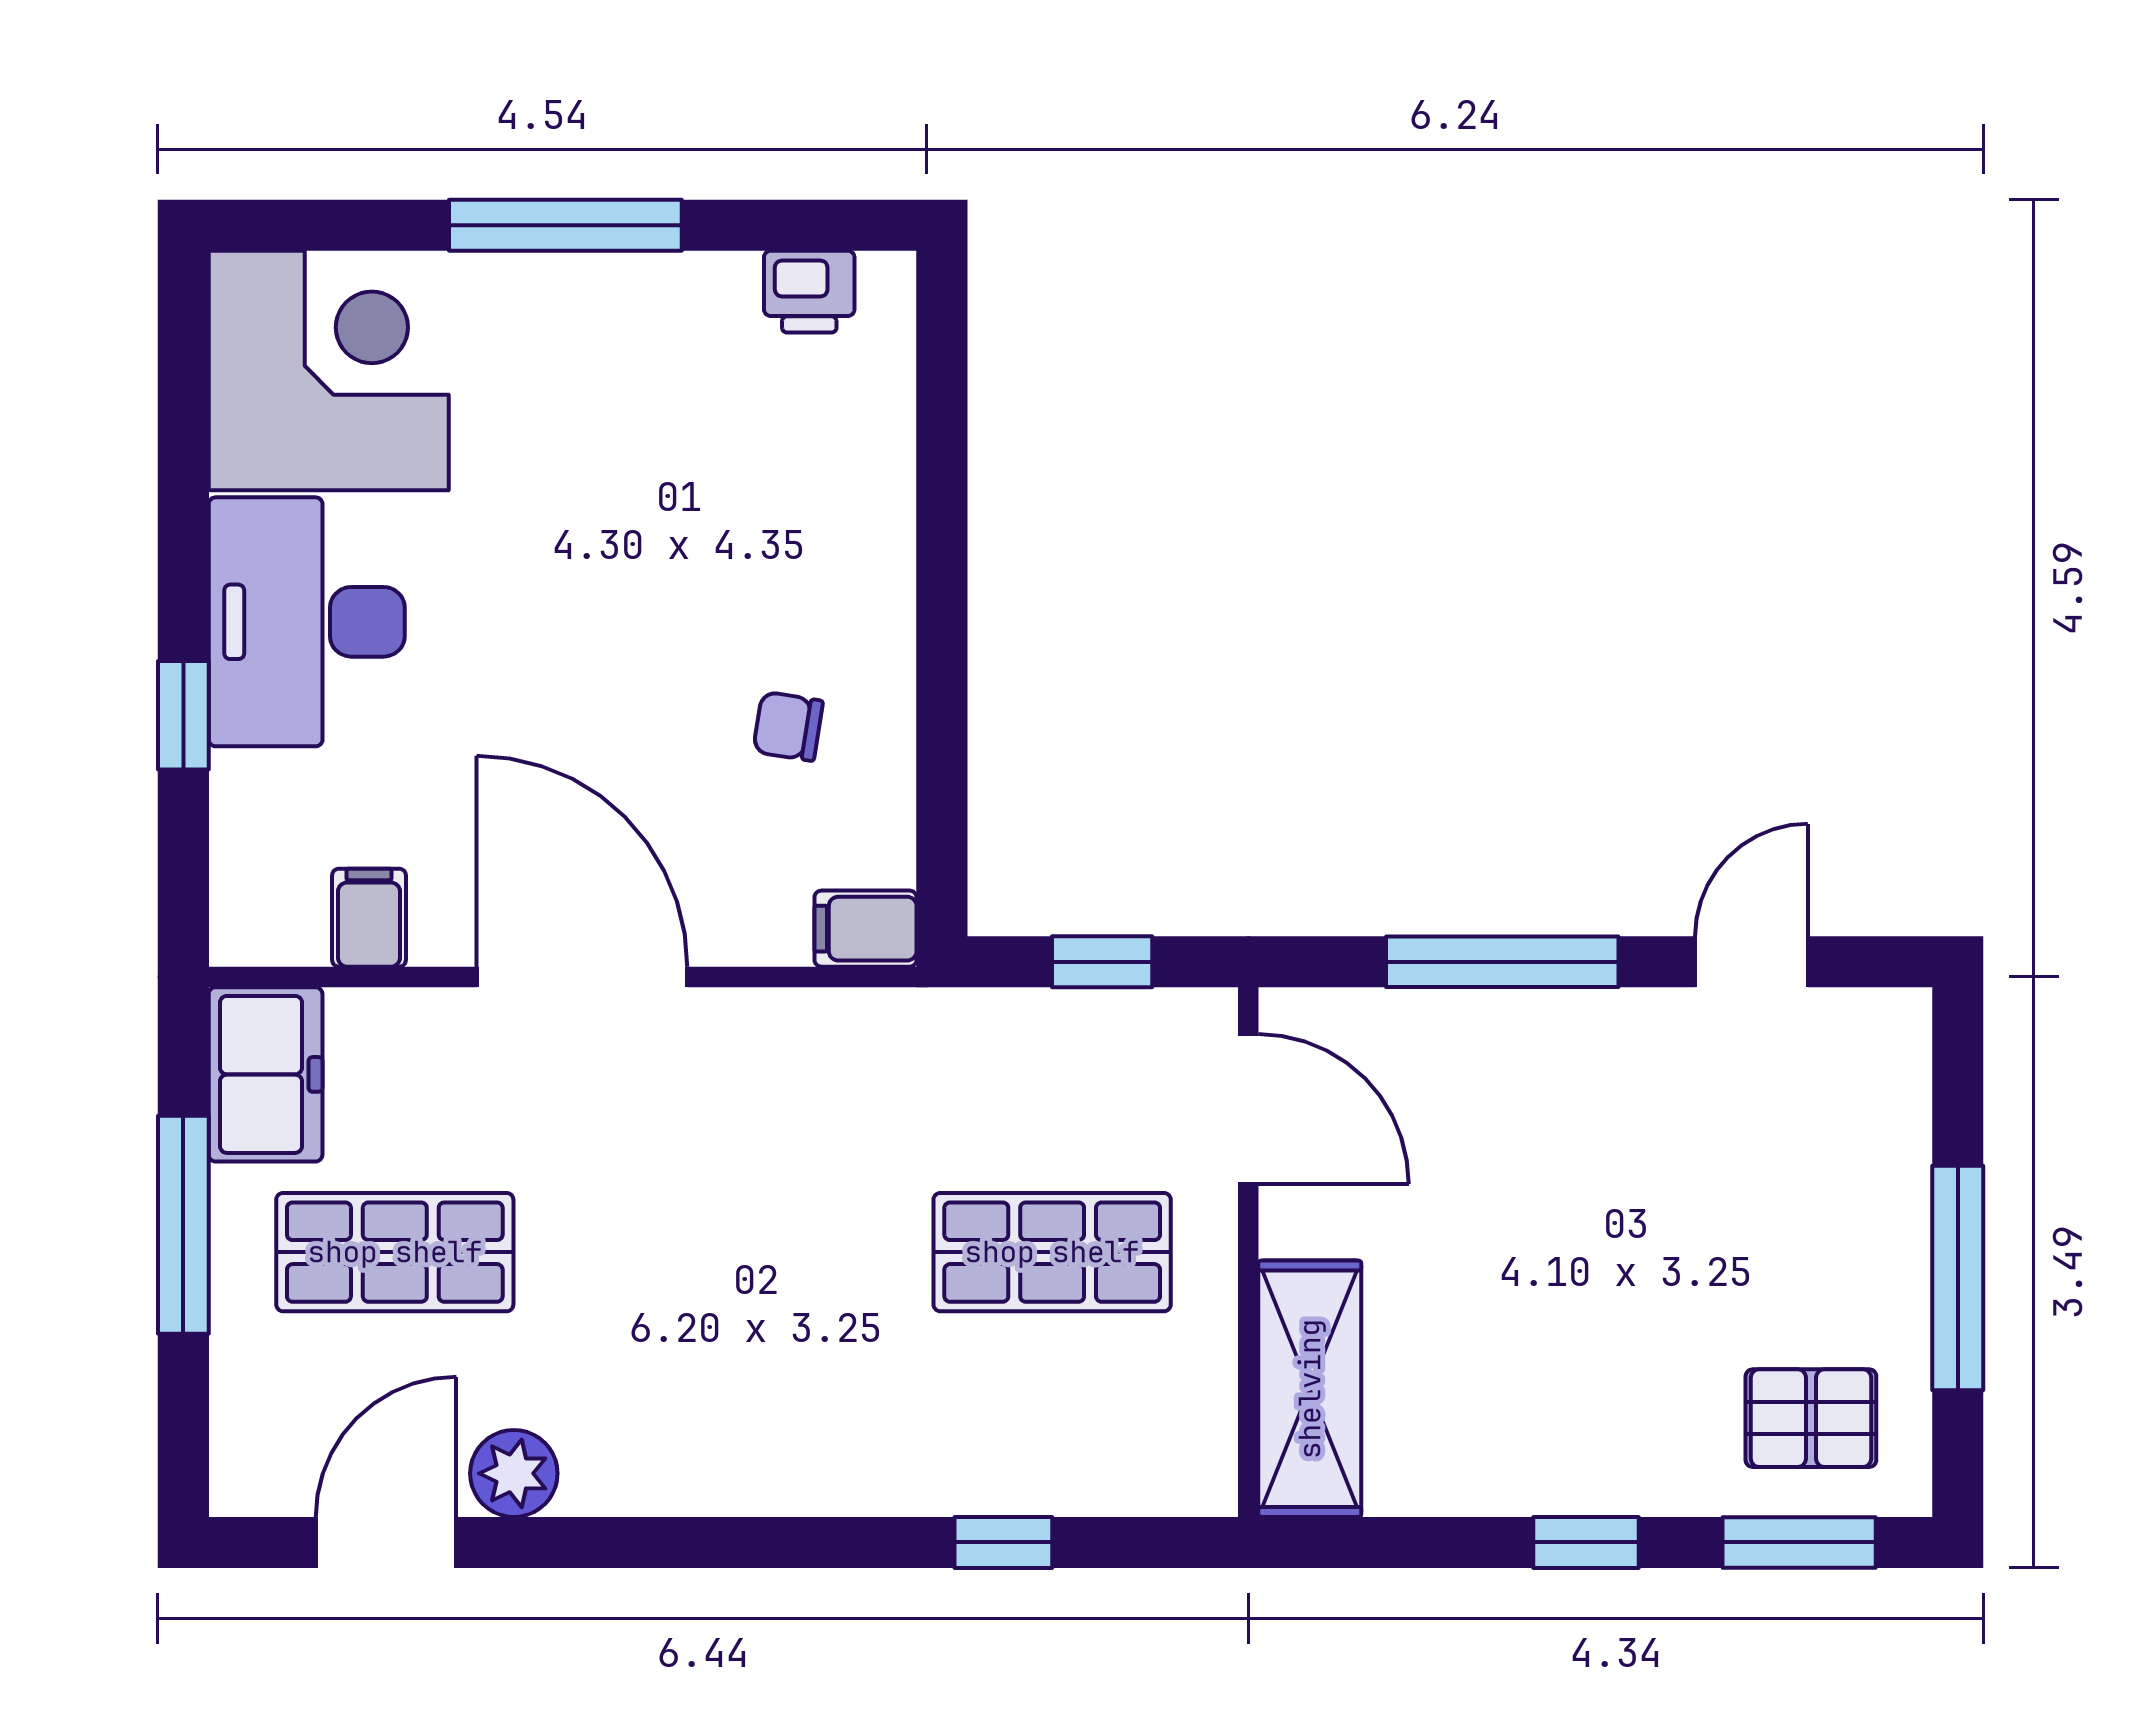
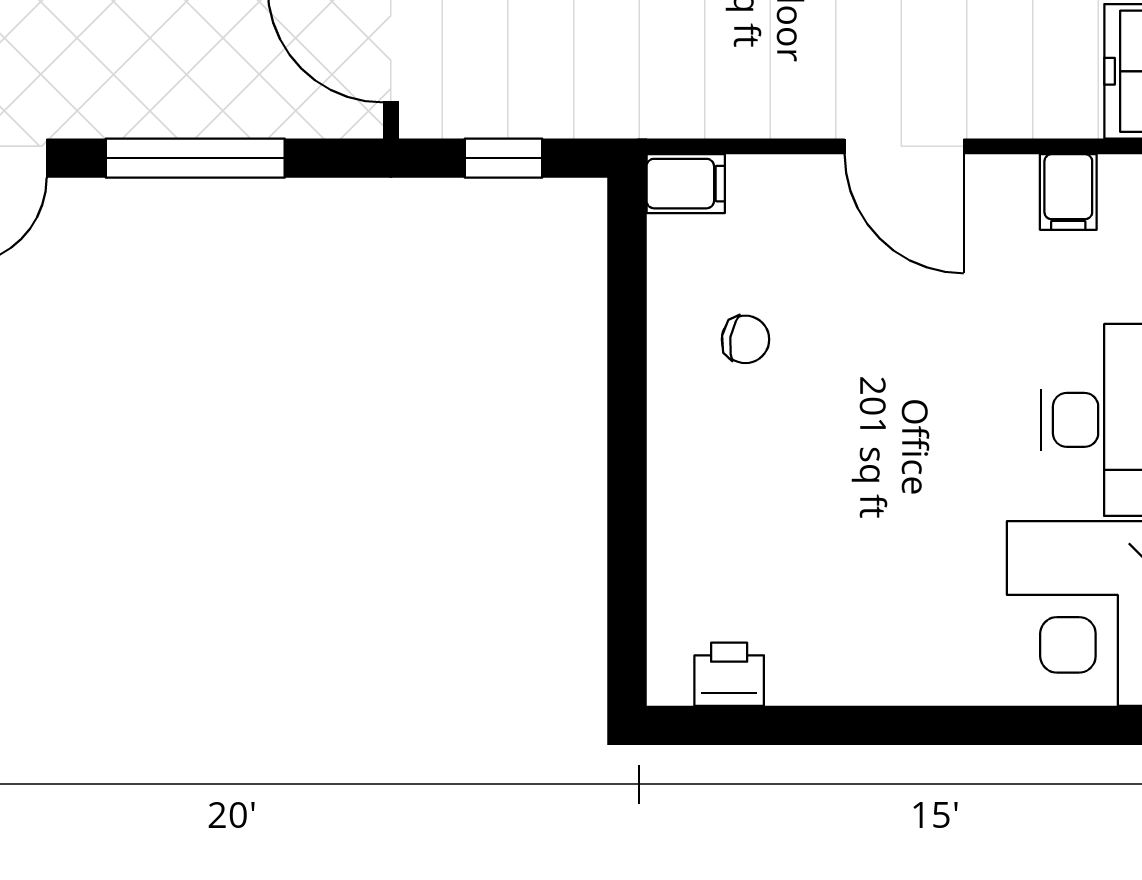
window: (565, 225) -> (917, 725), removed
door: (582, 977) -> (904, 146), width x0.73

